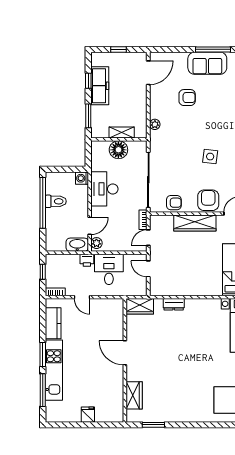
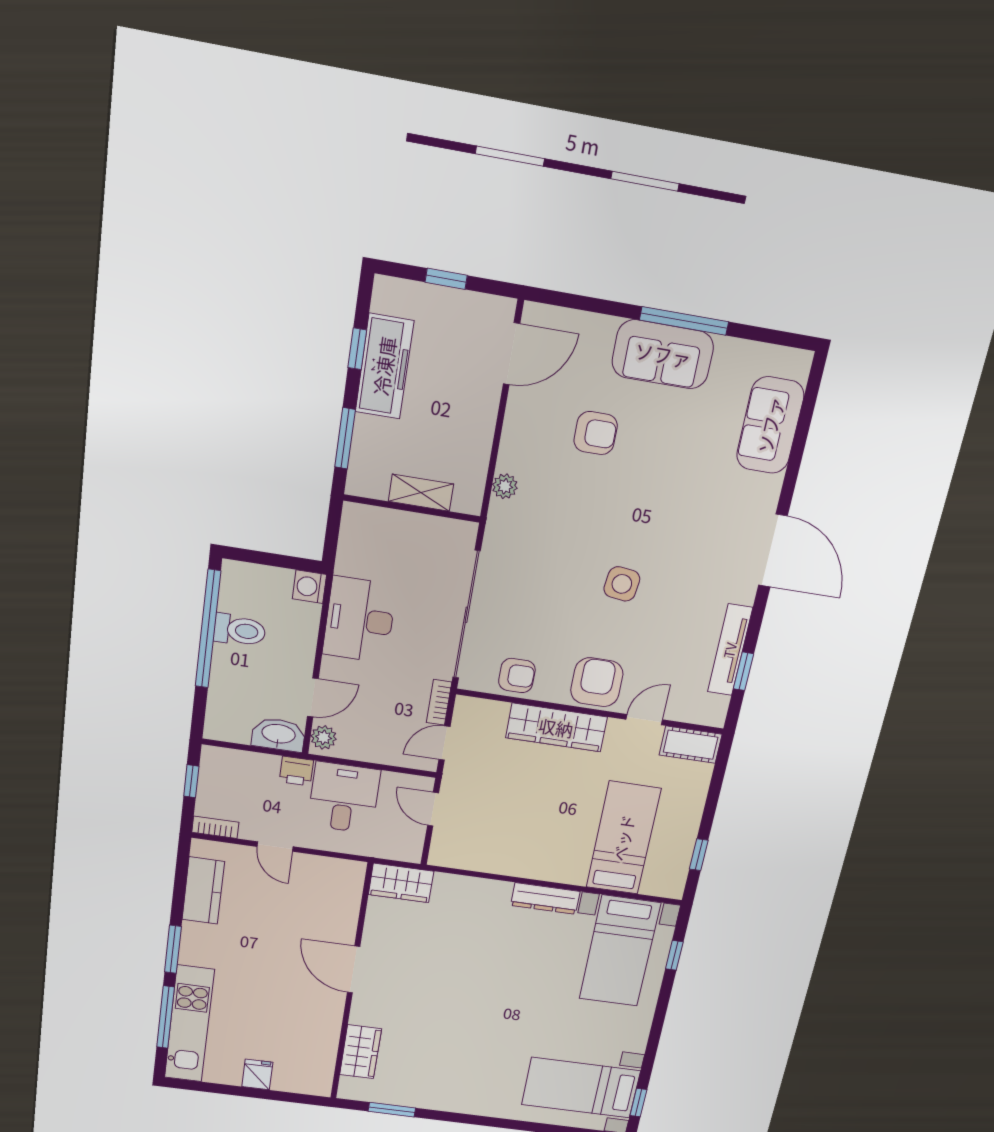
floor lamp: (118, 150) -> (407, 533), removed
dresser: (174, 304) -> (545, 898), moved, width x1.44
kitchen unit: (54, 370) -> (189, 1024), moved

